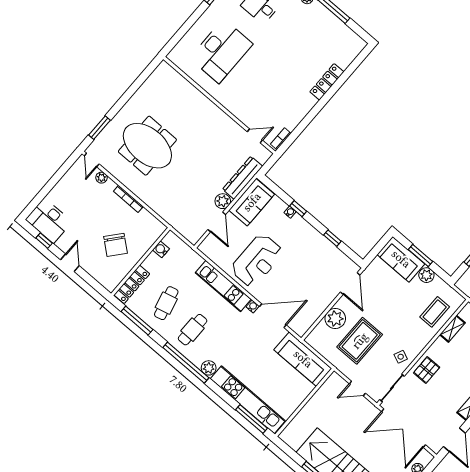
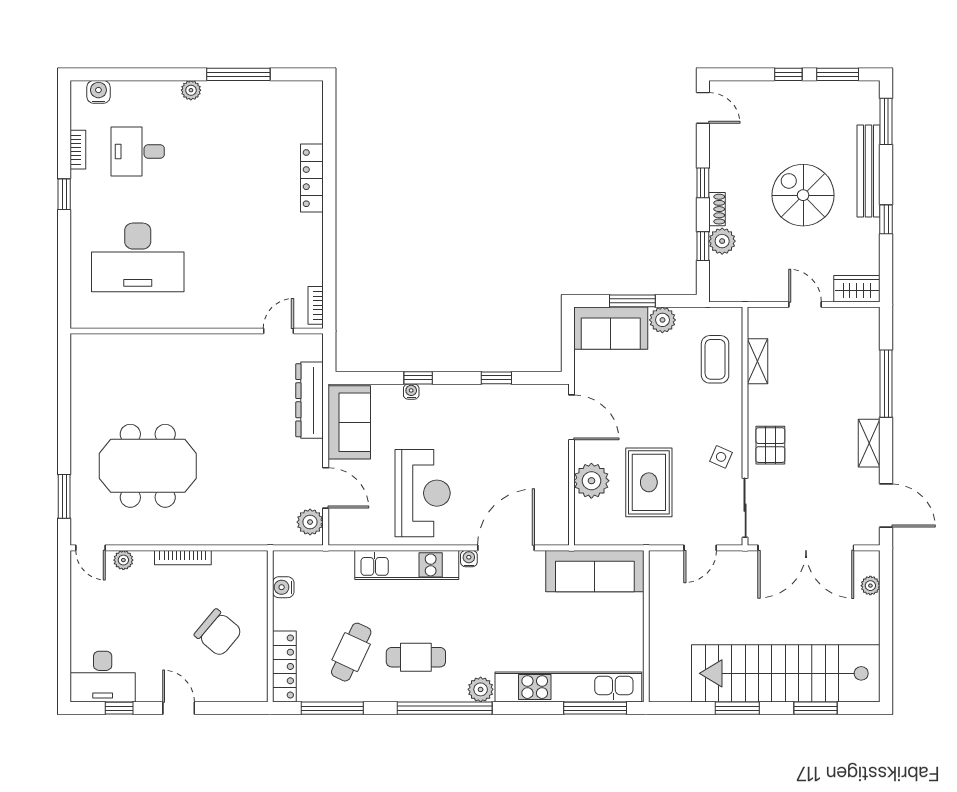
desk: (221, 51) -> (138, 257), turned 90
plant: (223, 201) -> (310, 522), moved
cafe table: (166, 303) -> (351, 652), turned 39
cafe table: (193, 330) -> (416, 657), turned 90

